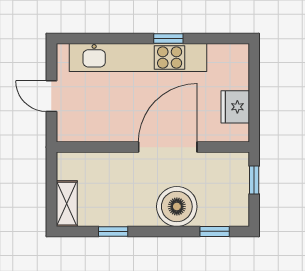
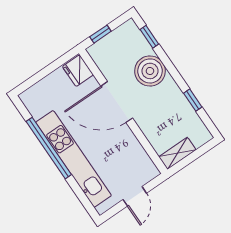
window: (168, 39) -> (49, 148), width x3.17
fridge: (235, 107) -> (78, 71), moved, turned 90
shelving: (67, 204) -> (177, 153), moved

